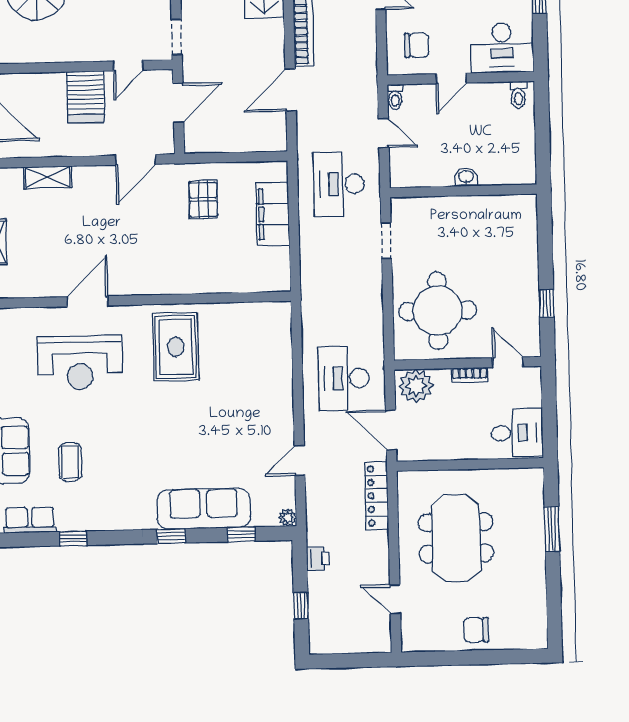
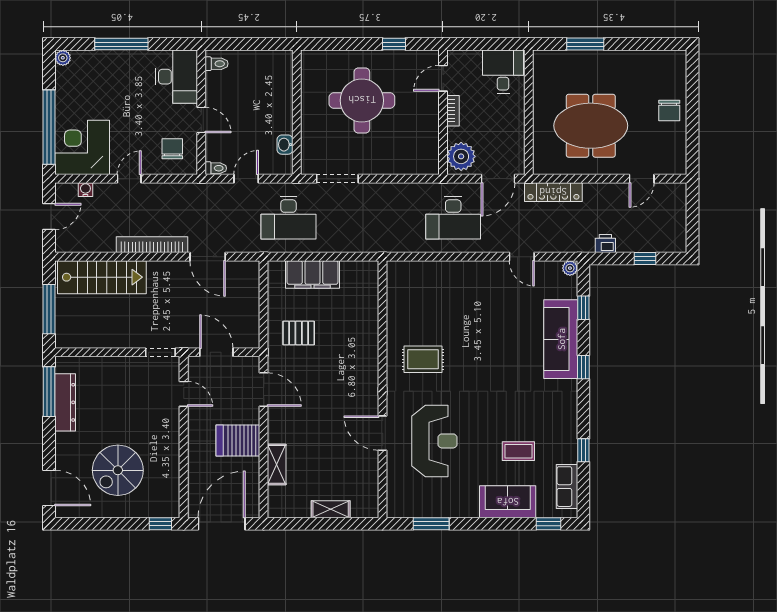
server rack: (85, 97) -> (238, 440), moved, turned 180
washbasin: (466, 177) -> (285, 145), moved
doorway: (386, 241) -> (337, 179), width x1.38
round table: (438, 311) -> (362, 100), moved
rug: (176, 347) -> (423, 359), width x0.73, depth x0.70

